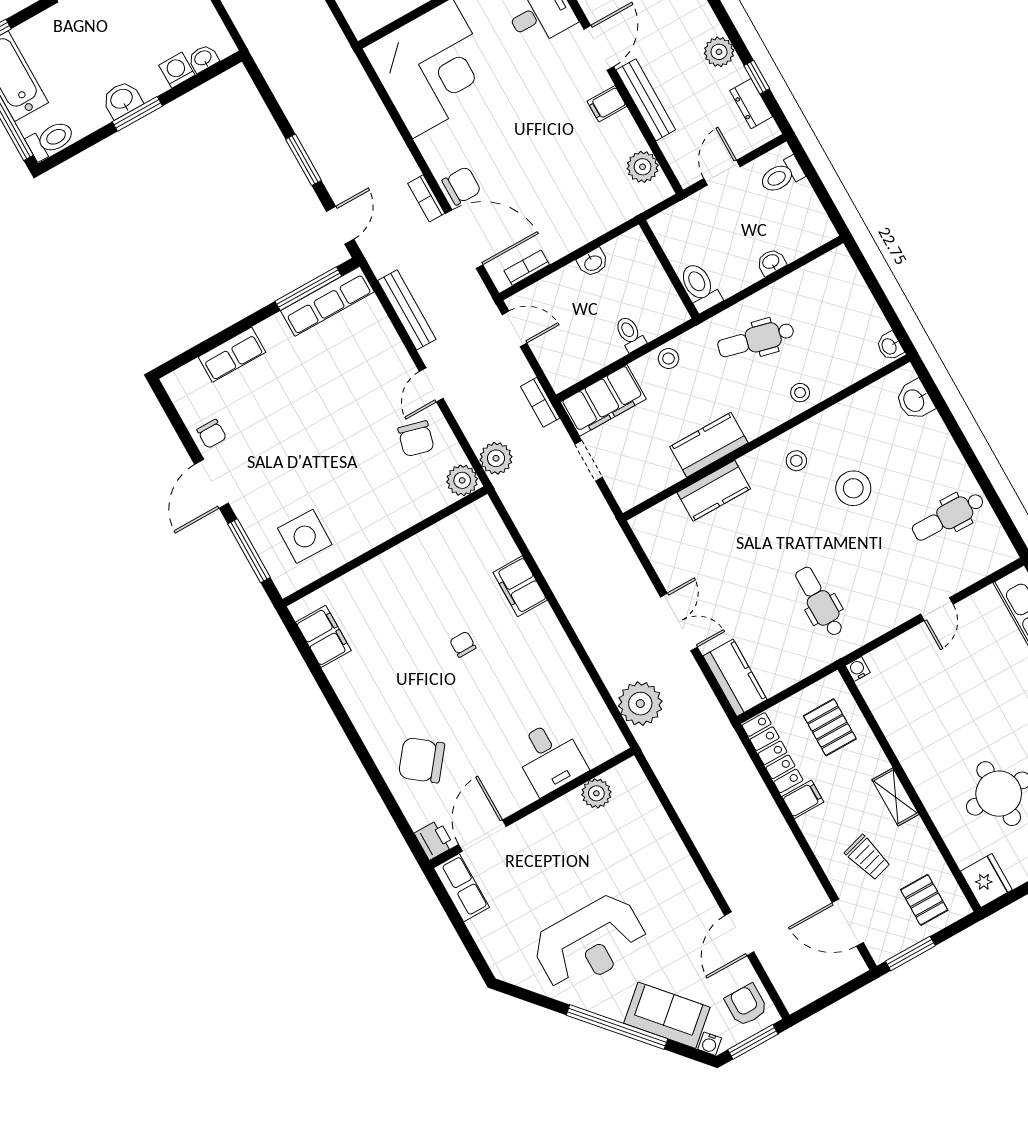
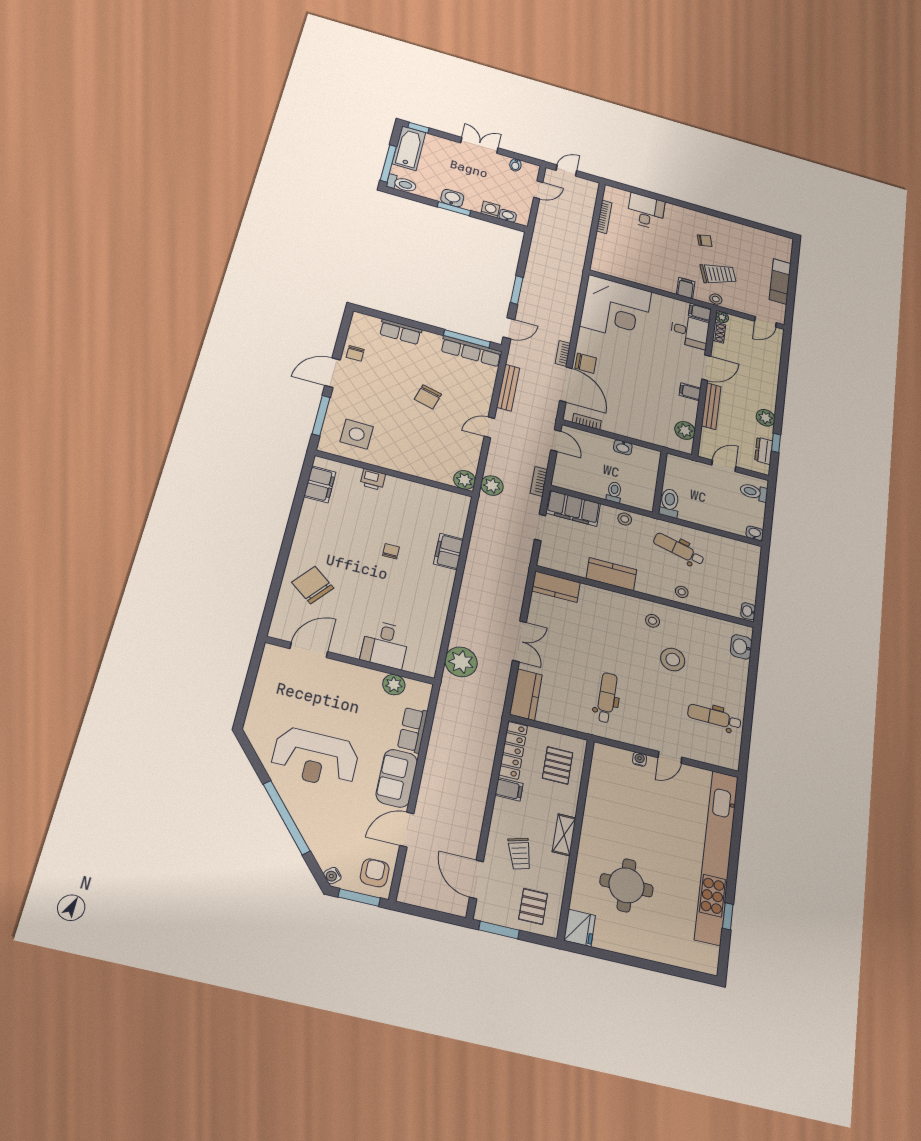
washbasin: (771, 262) -> (755, 533), moved
chair: (416, 439) -> (428, 397), moved
kitchen counter: (714, 491) -> (556, 587), moved
water cooler: (858, 669) -> (640, 759), moved
printer: (434, 840) -> (373, 479), moved, turned 90
row of seats: (461, 888) -> (413, 730), moved, turned 180
sofa: (667, 1015) -> (397, 778), moved, turned -139

